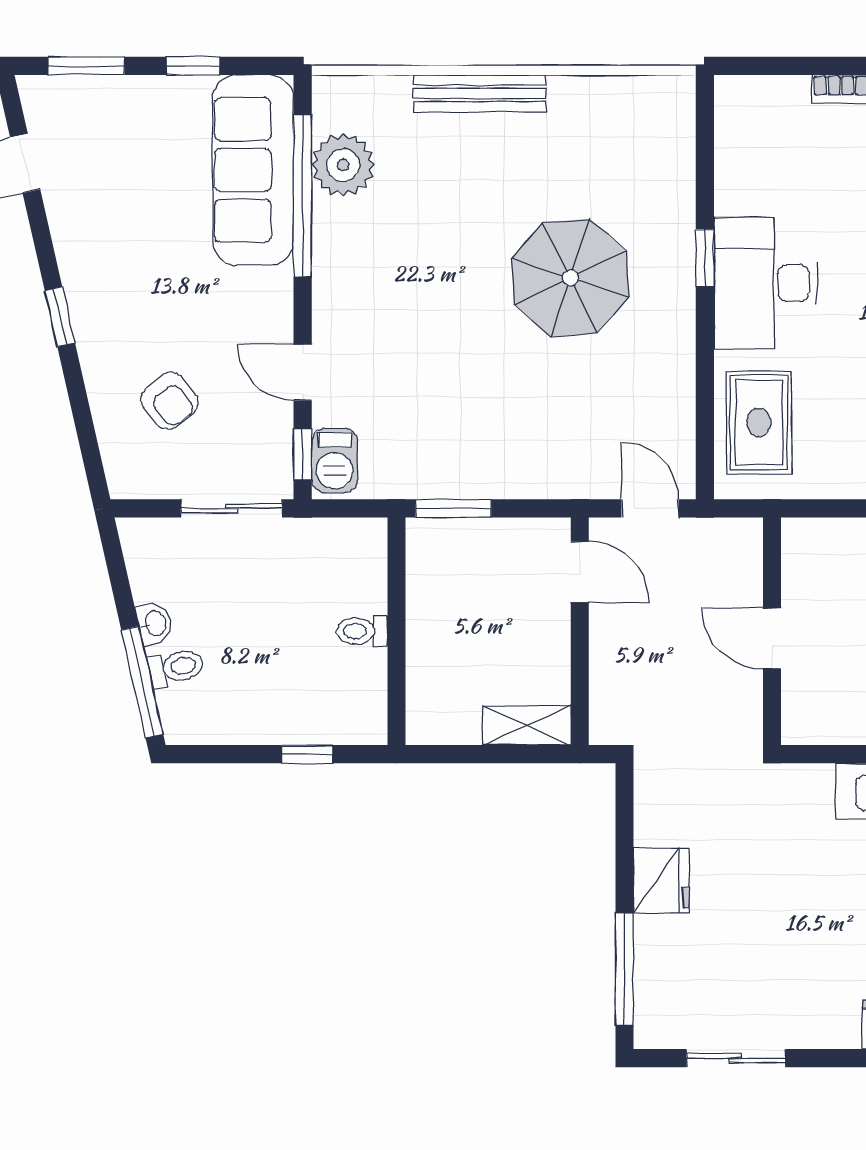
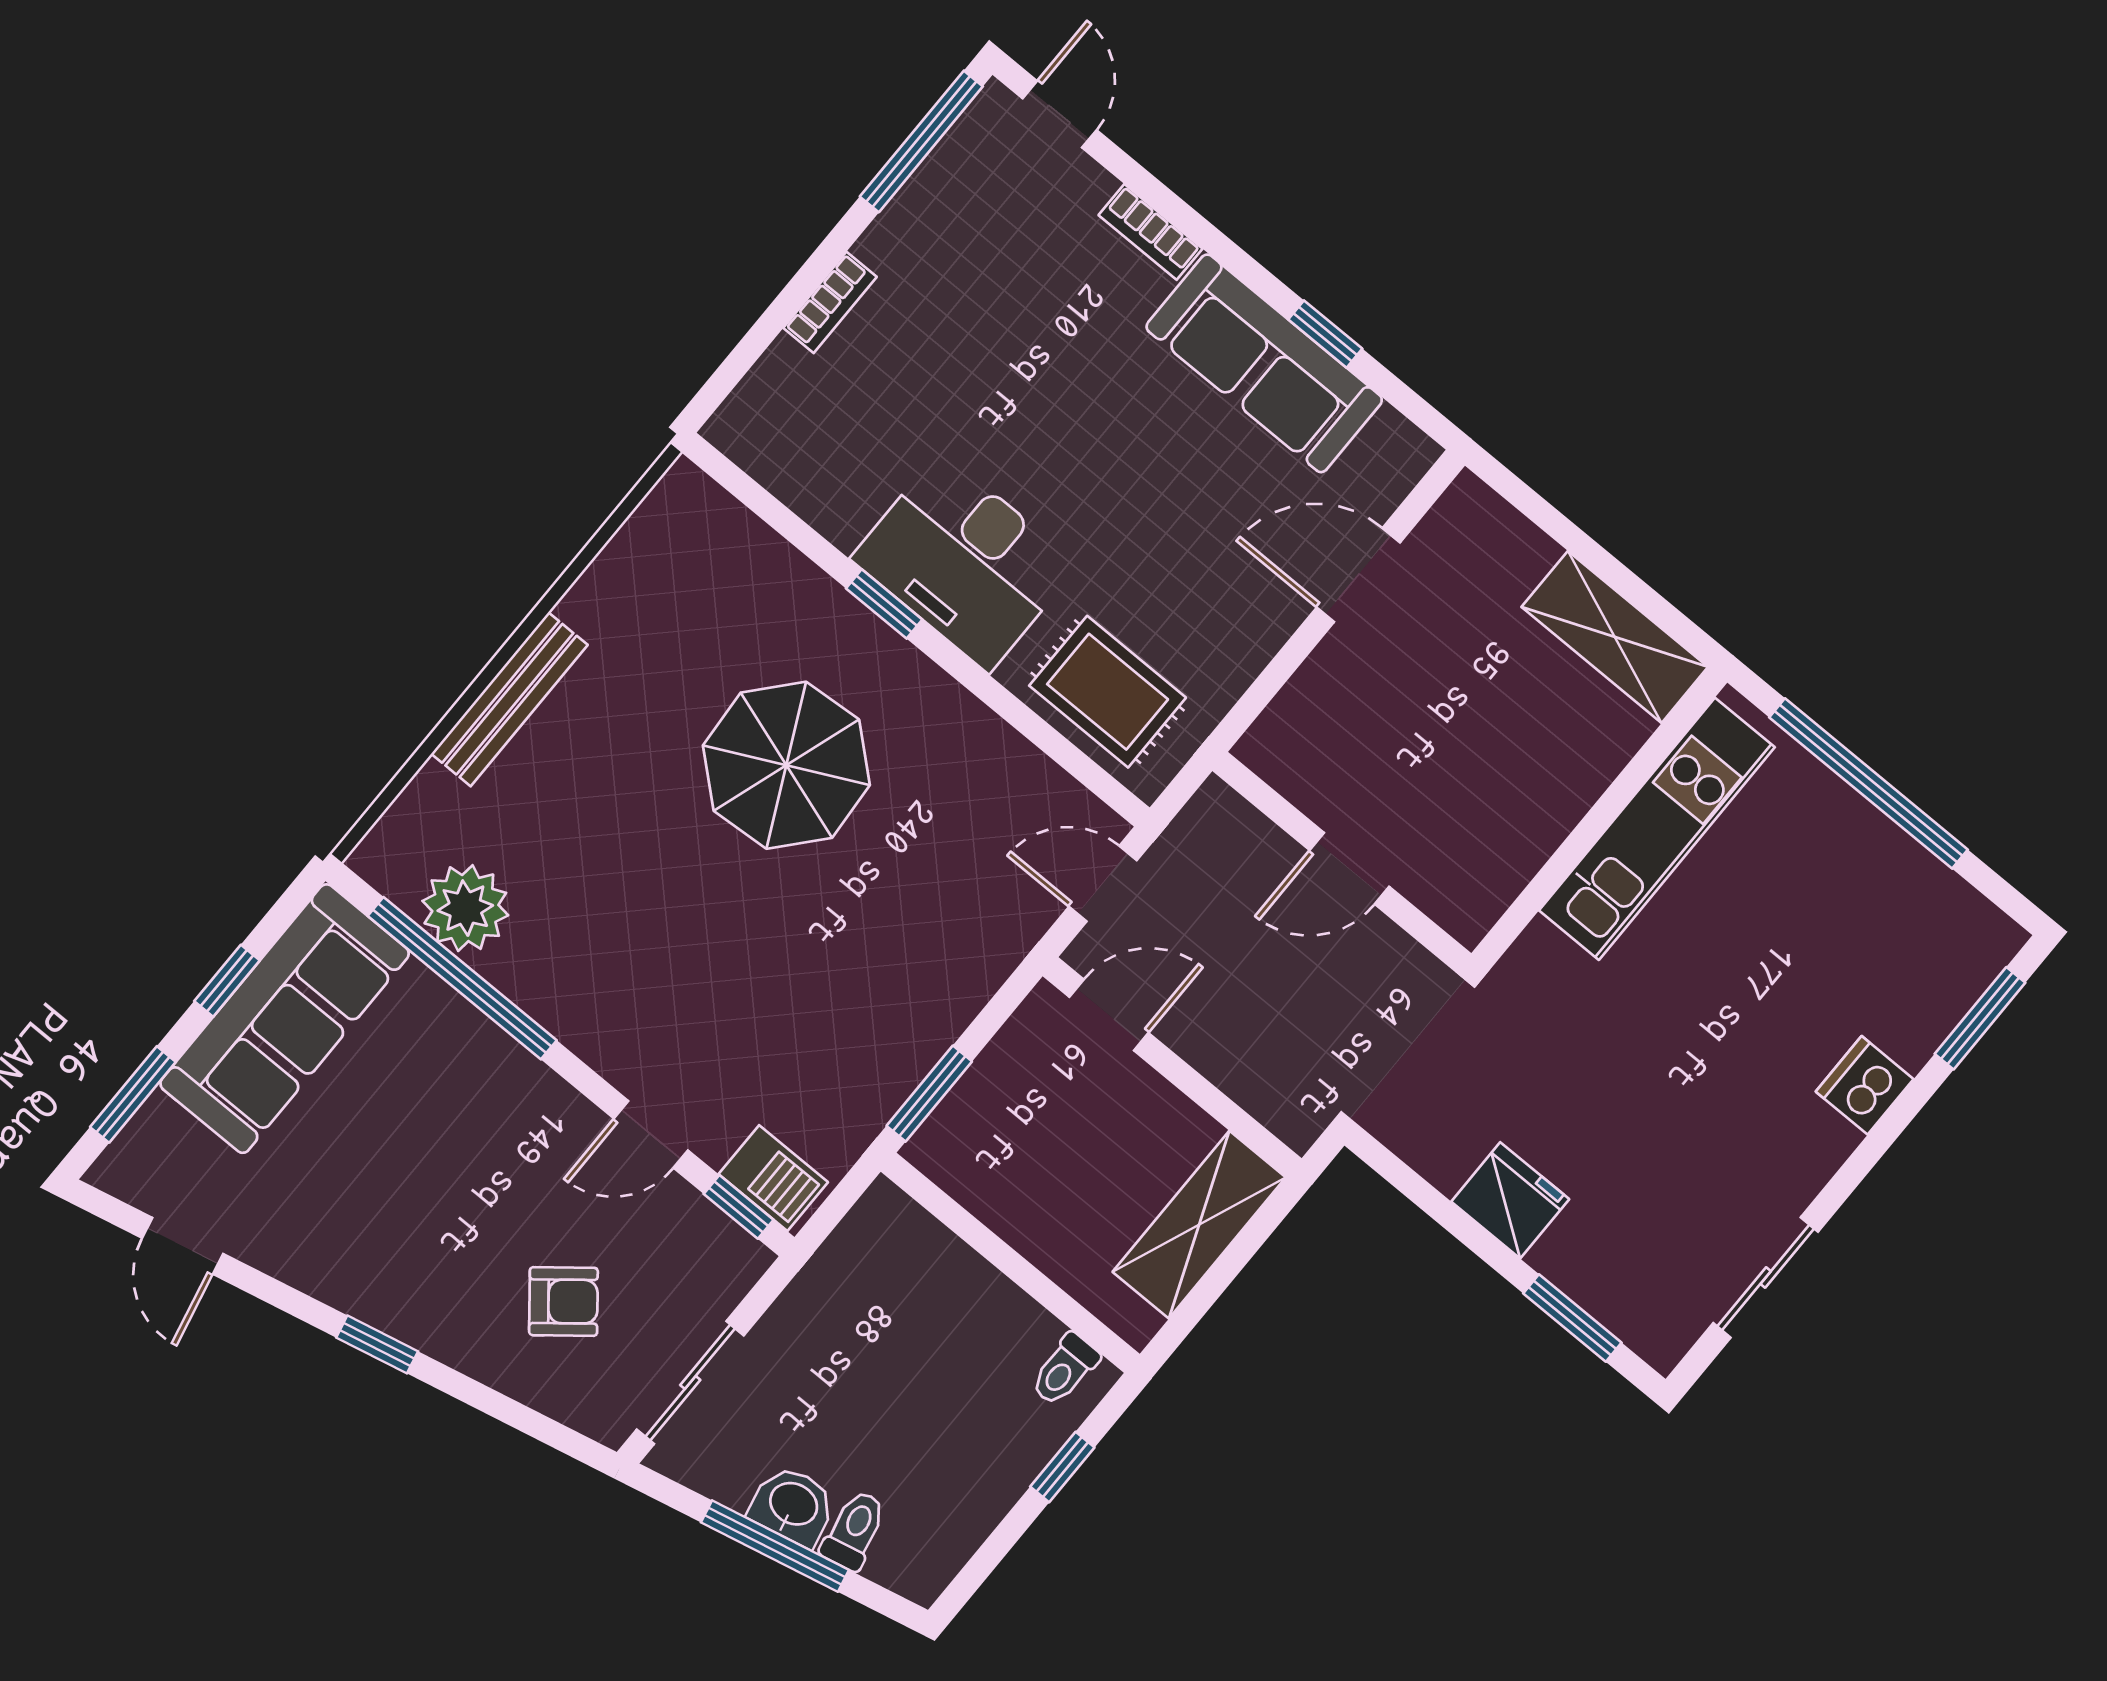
sofa: (253, 170) -> (285, 1019), moved, turned -90
sliding door: (232, 508) -> (690, 1382), moved
washbasin: (155, 624) -> (793, 1505), width x1.38, depth x1.45
toilet: (362, 631) -> (1065, 1370), moved
window: (142, 682) -> (775, 1546), moved
shelving: (527, 725) -> (1199, 1225), width x1.50, depth x1.33
window: (624, 969) -> (1572, 1318), width x0.69

